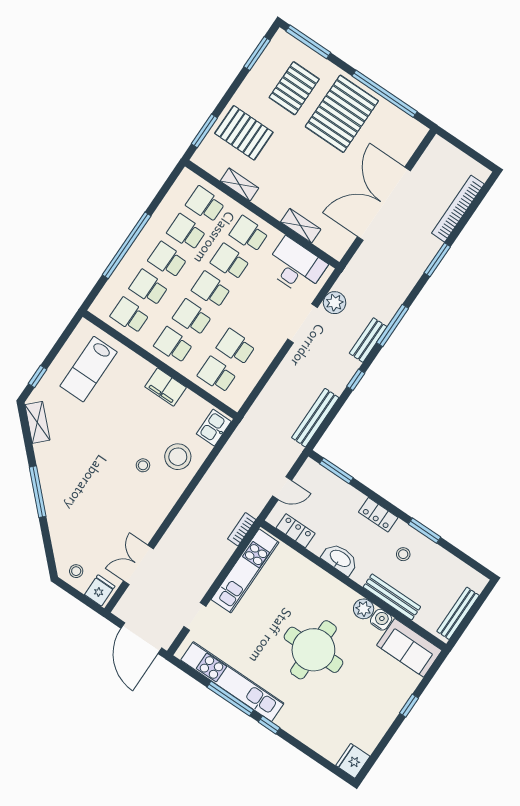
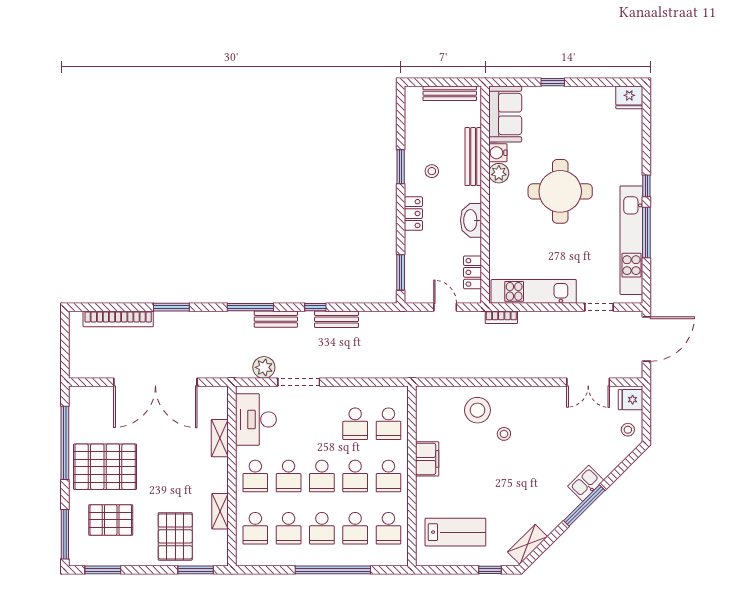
bench: (315, 418) -> (337, 319), moved, width x0.73
kitchen sink: (214, 428) -> (586, 483), moved, turned 135

